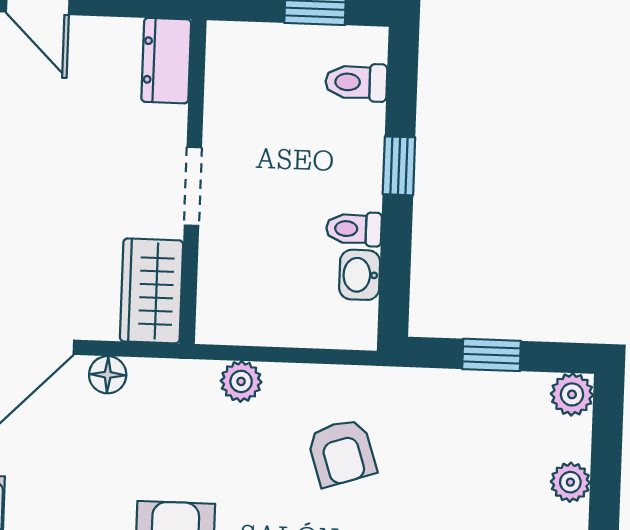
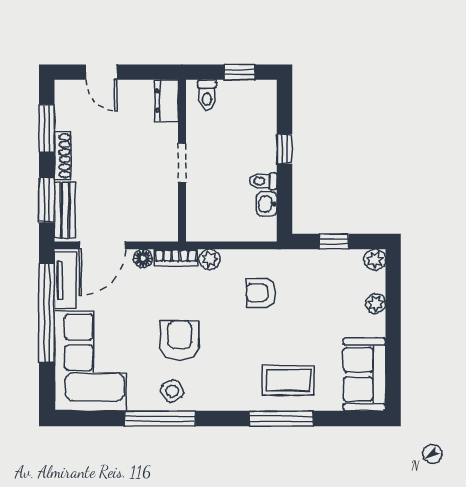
toilet: (356, 82) -> (207, 95), moved, turned -90
wardrobe: (152, 291) -> (163, 216), removed
bookcase: (174, 376) -> (176, 258), added
armchair: (342, 453) -> (261, 293), turned 108

